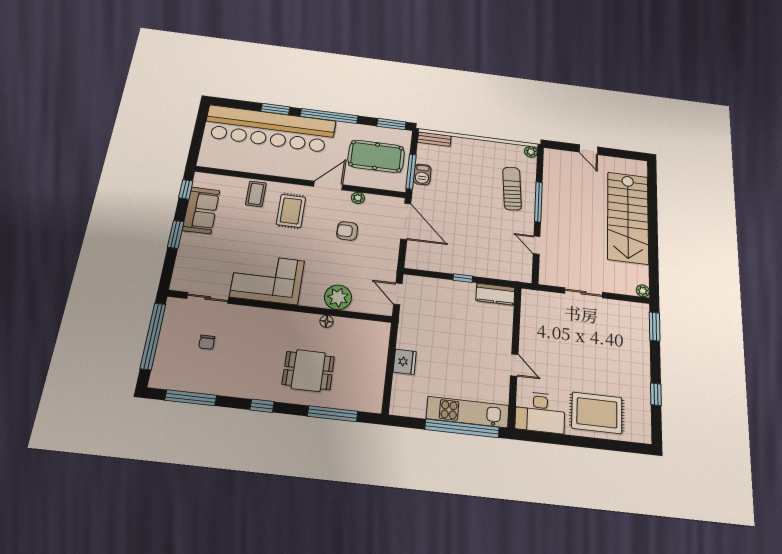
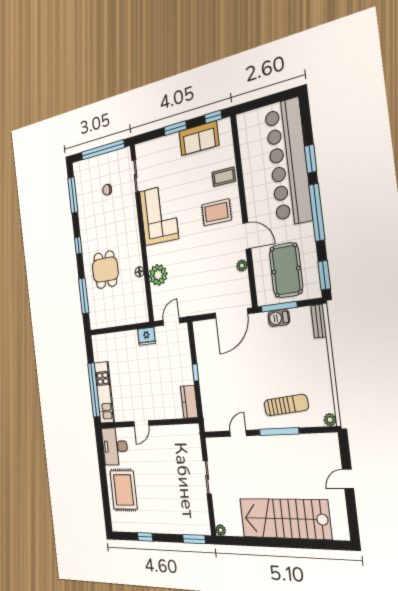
armchair: (347, 231) -> (211, 265), removed
fridge: (405, 362) -> (146, 336), moved

